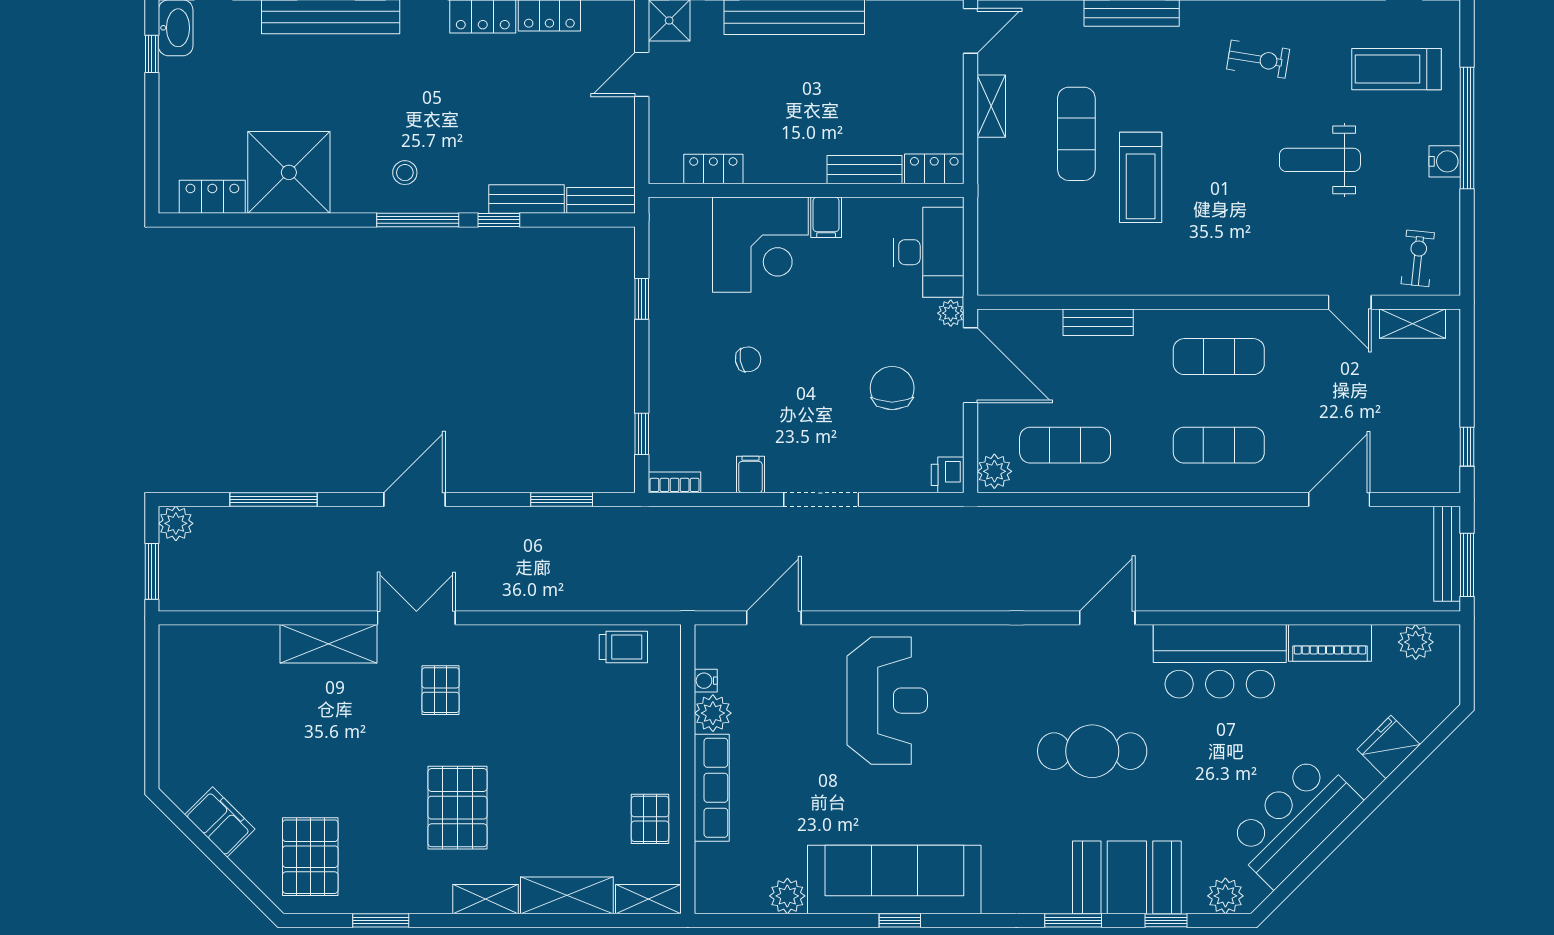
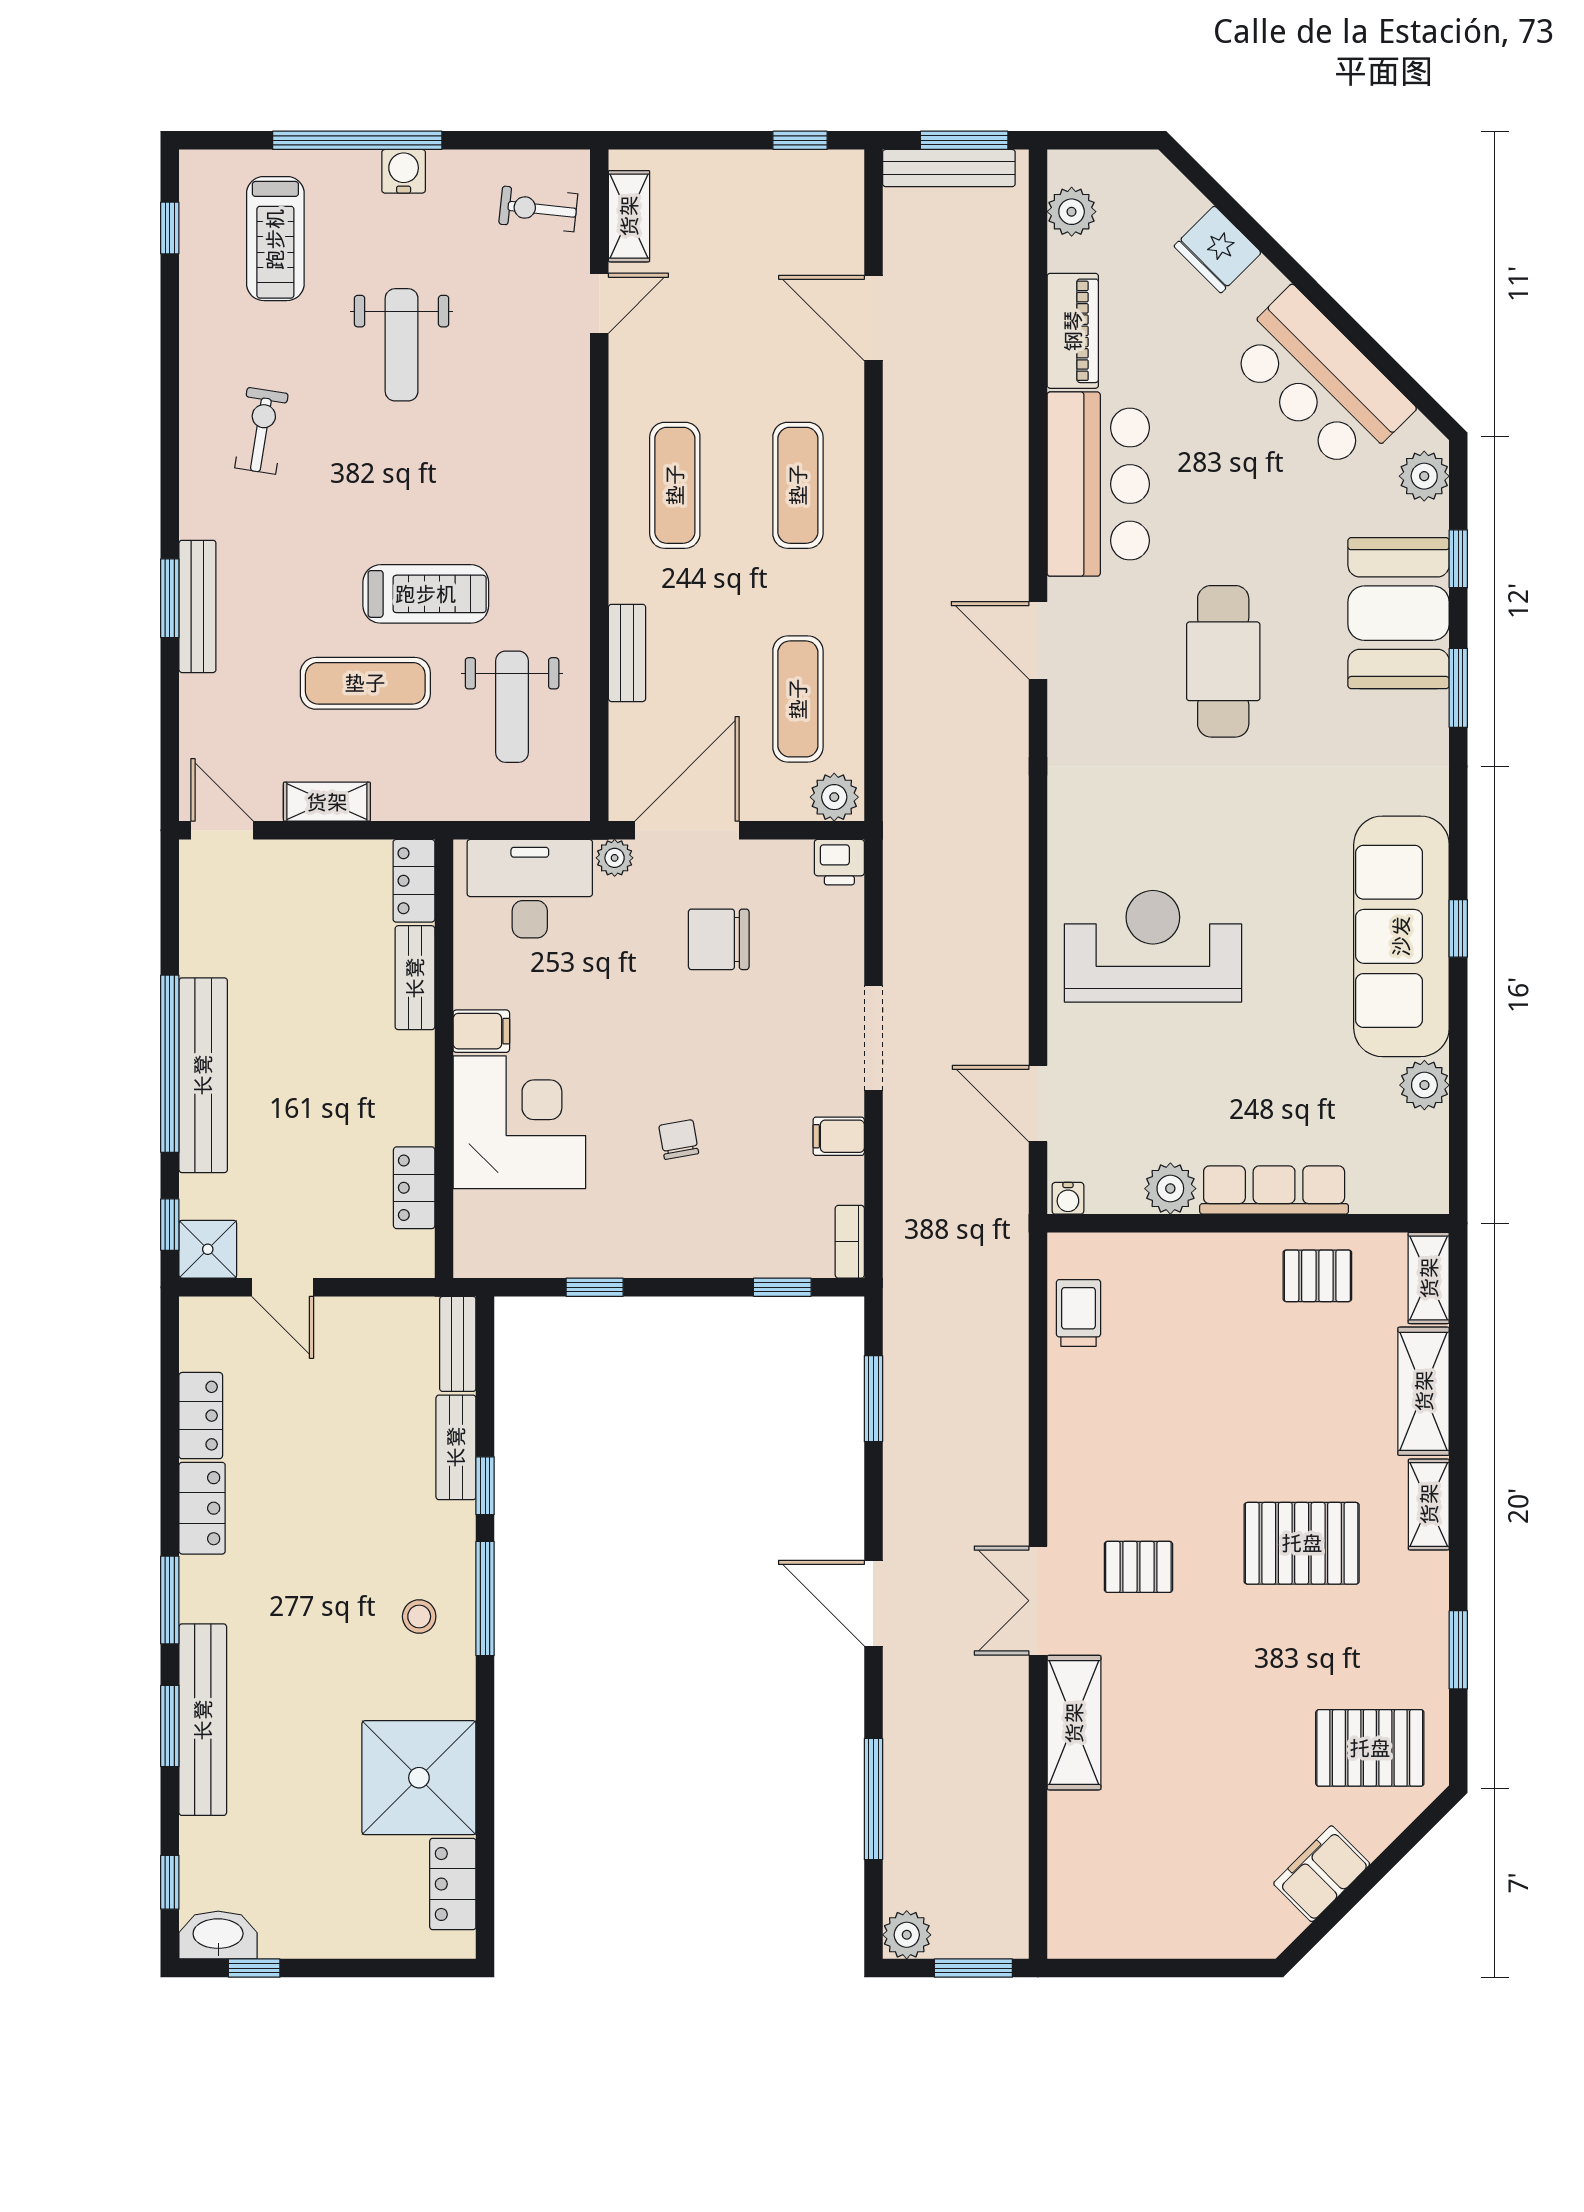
weight bench: (1060, 239) -> (512, 707), added
water cooler: (706, 681) -> (1068, 1198), moved

